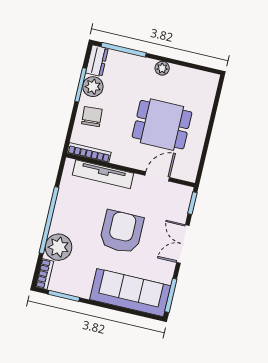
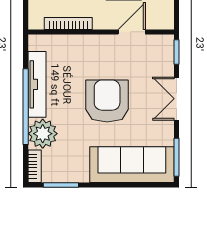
bookcase: (89, 152) -> (68, 23), moved
tv unit: (103, 174) -> (37, 84), moved, turned -90

